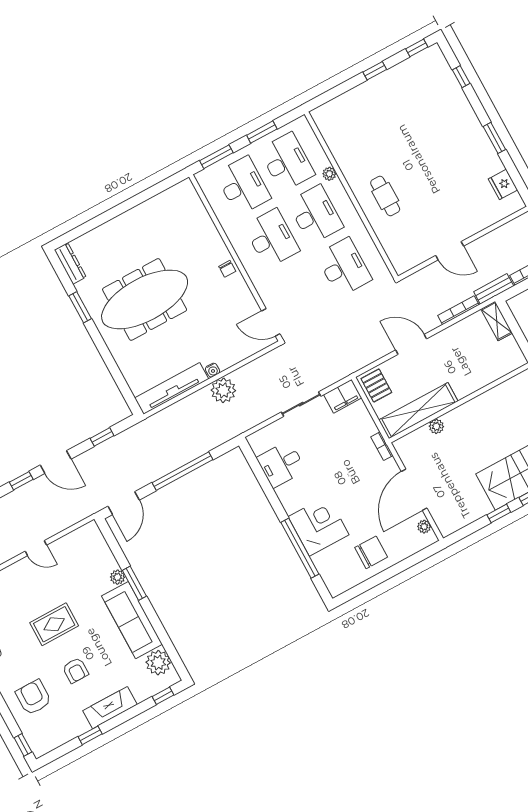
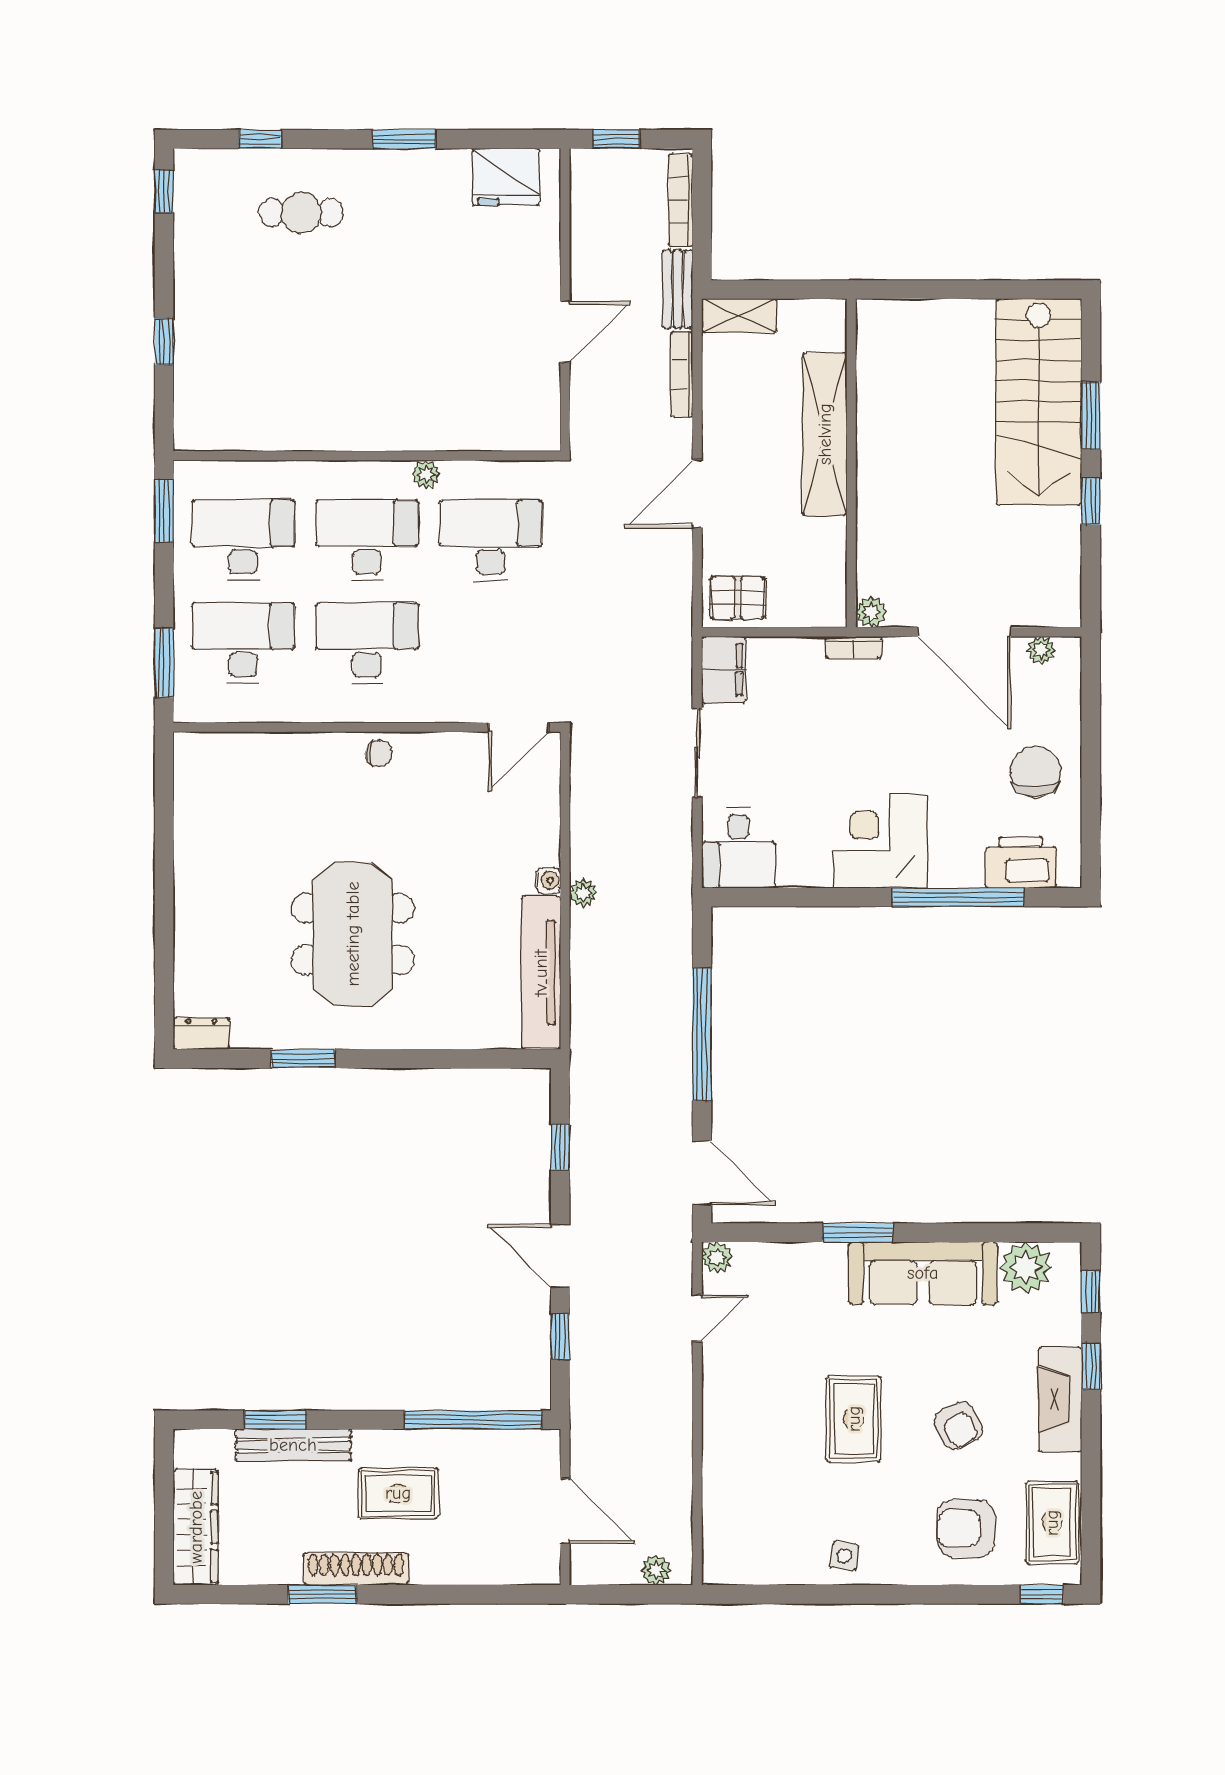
window: (375, 71) -> (164, 342), moved
window: (262, 132) -> (164, 511), moved
plant: (329, 174) -> (426, 474), moved
fridge: (503, 184) -> (506, 177), width x1.36, depth x1.34
cafe table: (385, 196) -> (301, 213), moved
dresser: (70, 263) -> (201, 1034), width x0.70
meeting table: (145, 299) -> (353, 934), width x0.73
plant: (223, 390) -> (583, 893), width x0.53, depth x0.53
shelving: (418, 411) -> (825, 434), moved
plant: (436, 426) -> (871, 612), moved
door: (56, 462) -> (560, 1256), swing flipped
desk: (281, 464) -> (738, 848), moved
corner desk: (319, 526) -> (880, 841), moved
door: (36, 548) -> (697, 1318), moved
printer: (329, 567) -> (1021, 862), added
plant: (118, 577) -> (717, 1257), moved
armchair: (75, 670) -> (958, 1425), turned 63
rug: (56, 733) -> (1052, 1523), added
window: (90, 735) -> (1091, 1366), moved

